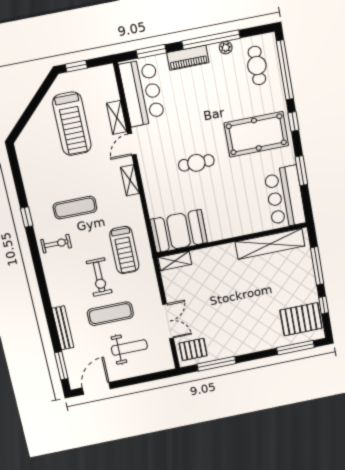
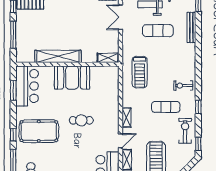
window: (14, 163) -> (198, 144), added
window: (301, 171) -> (13, 90), moved
booth: (179, 231) -> (72, 78), moved
shelving: (270, 244) -> (58, 56), moved
treadmill: (124, 250) -> (140, 72), turned 180
exercise bike: (99, 277) -> (185, 131), moved

